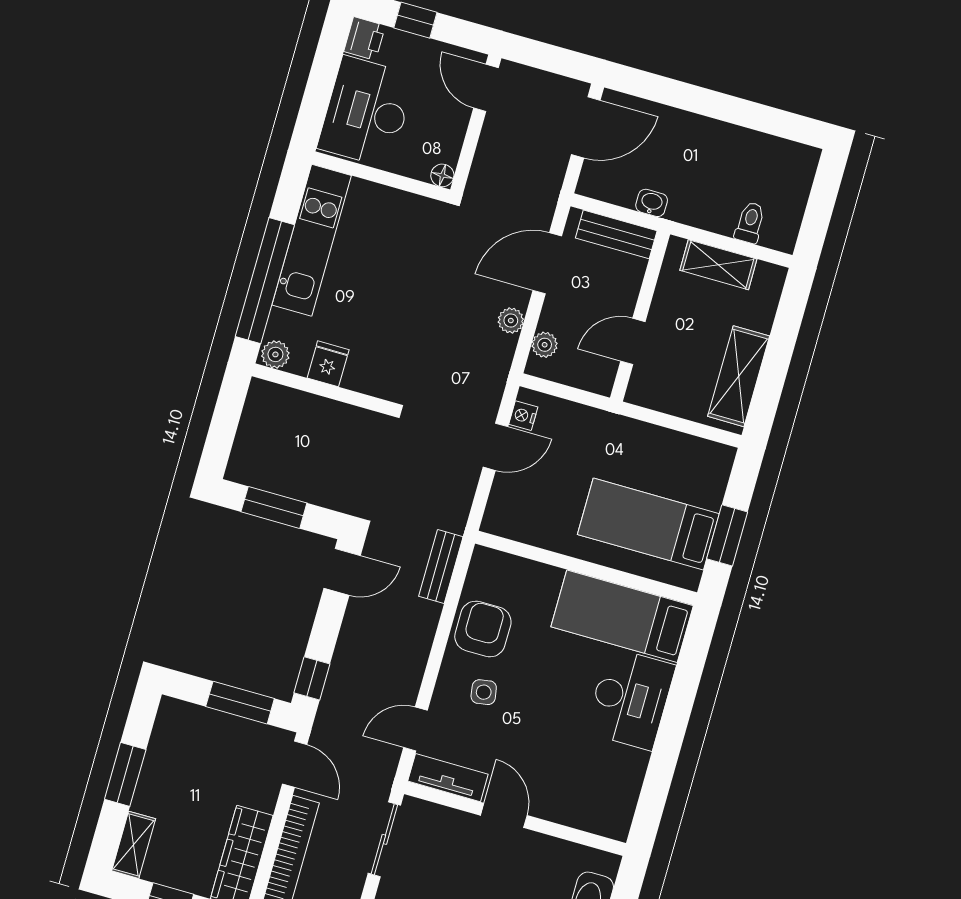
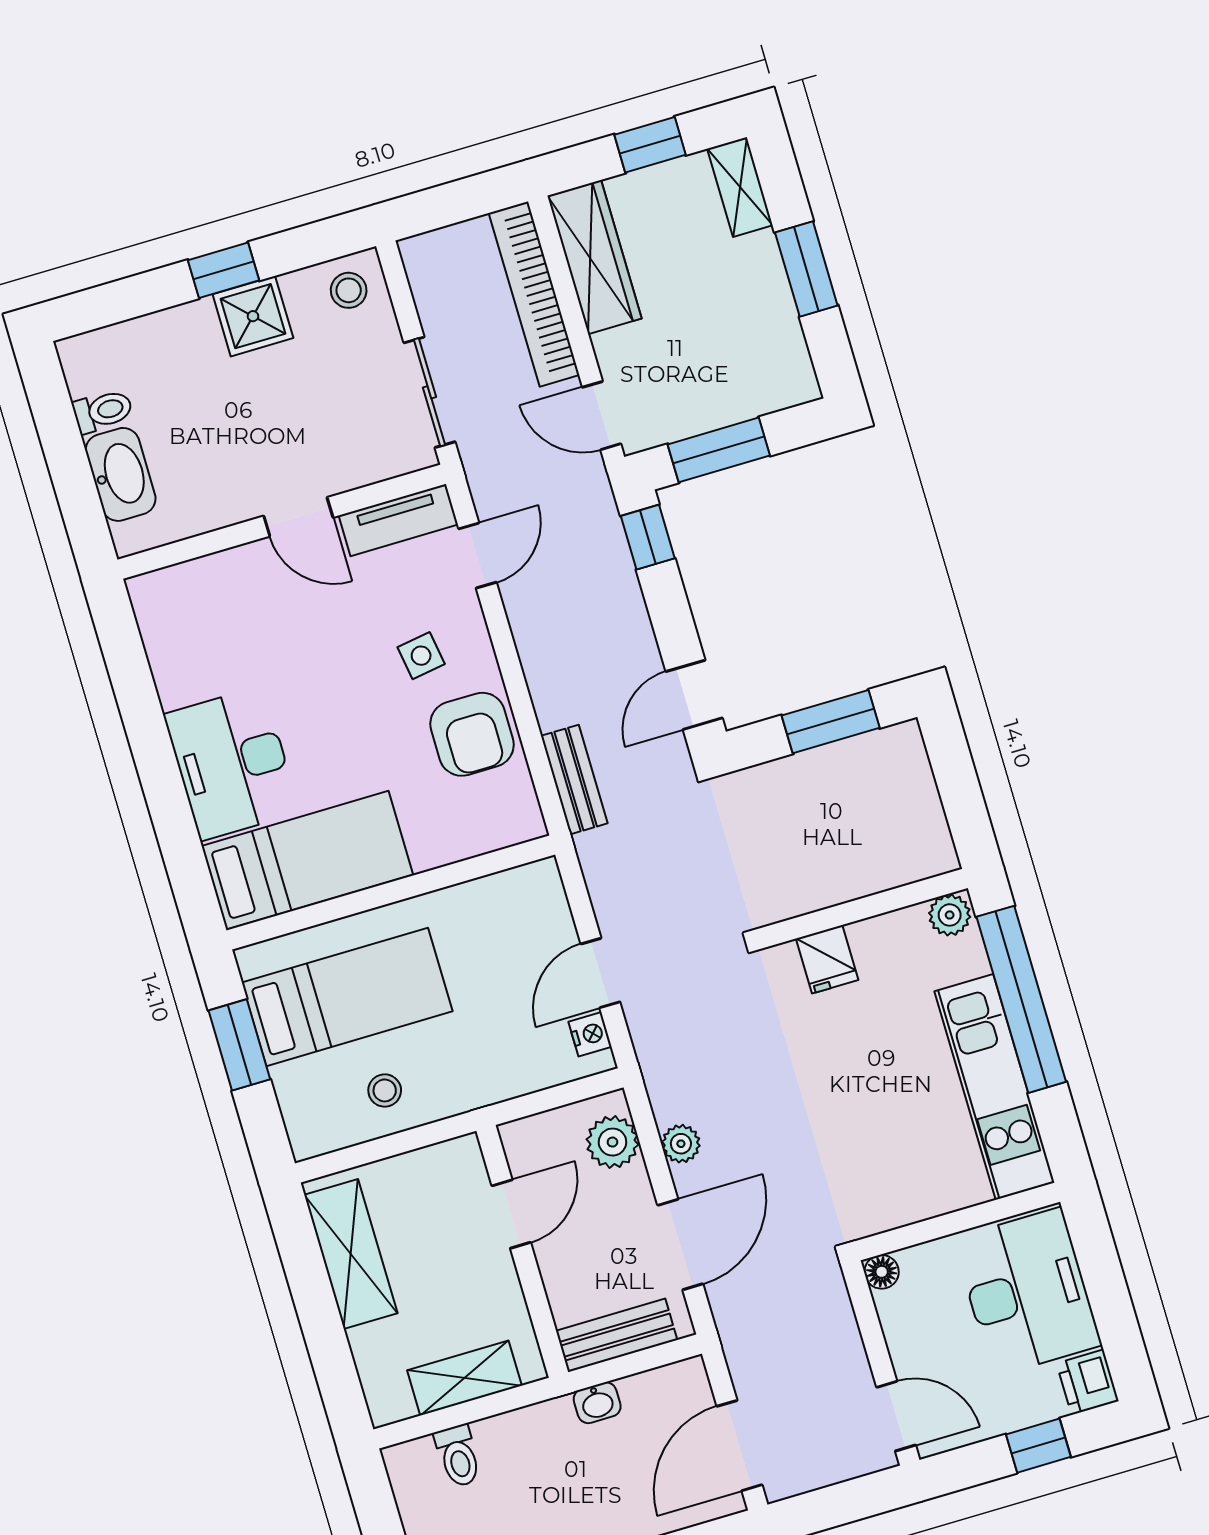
plant: (545, 345) -> (612, 1142), width x1.38, depth x1.38
fridge: (328, 364) -> (827, 959), moved
stool: (661, 457) -> (385, 1090), added

